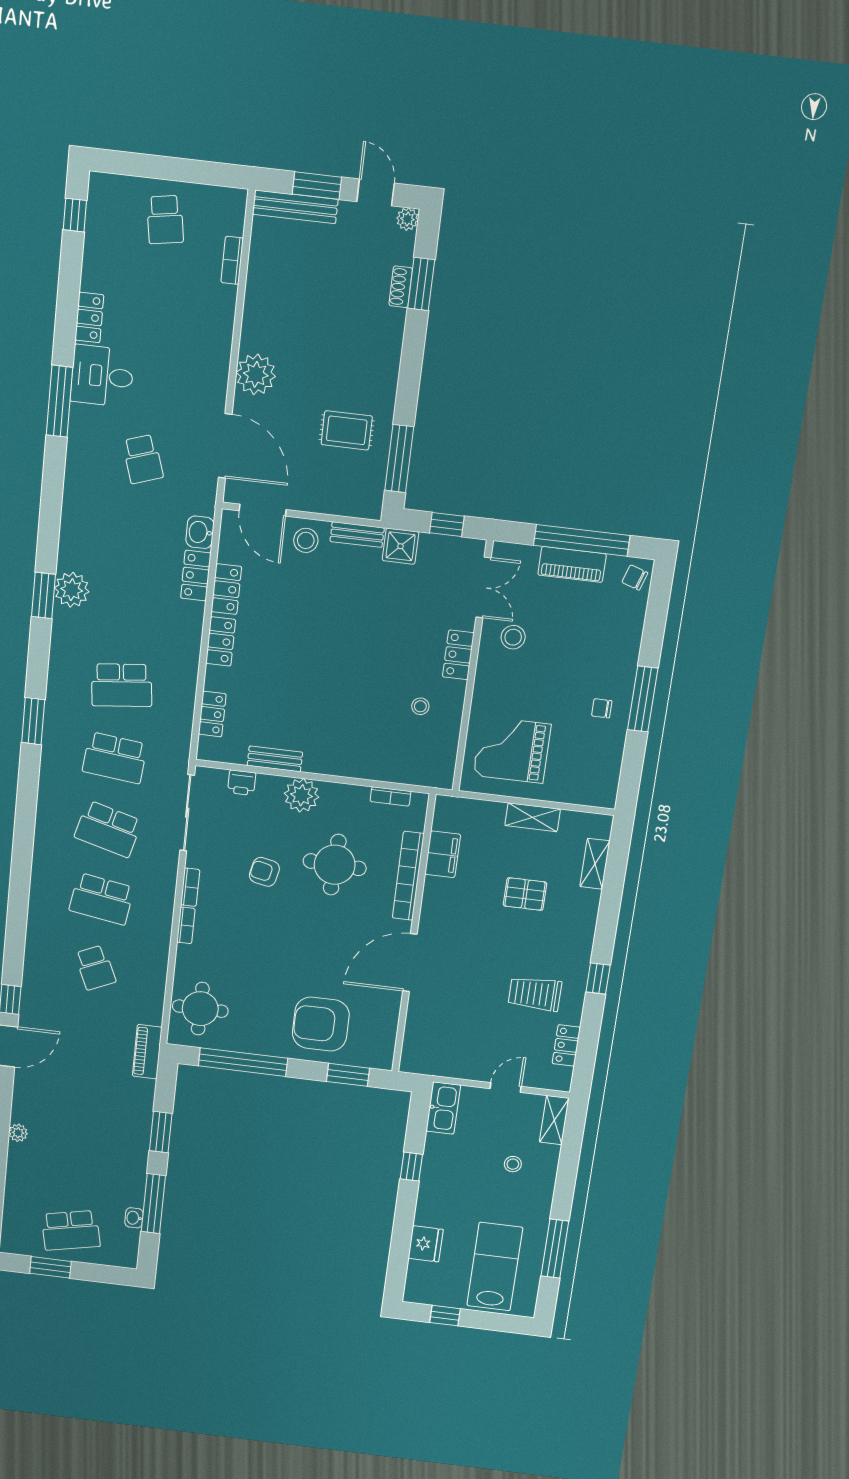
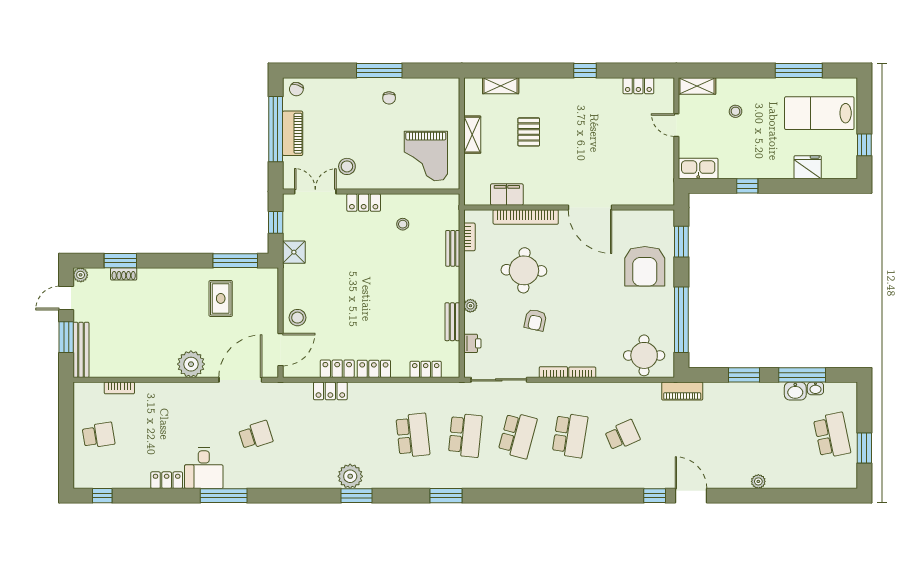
washbasin: (200, 532) -> (795, 391), moved
bench: (357, 535) -> (453, 248), moved
plant: (302, 795) -> (470, 306), width x0.53, depth x0.53
trolley: (535, 994) -> (602, 114), removed

